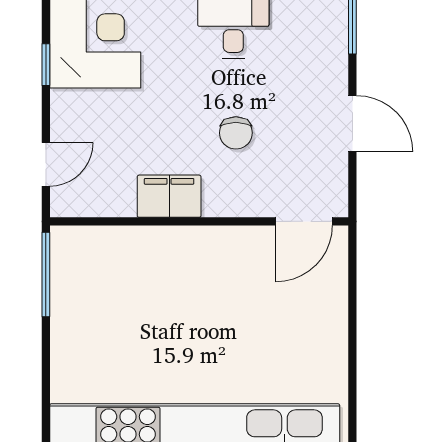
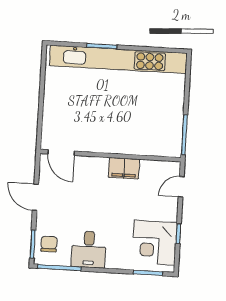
chair: (236, 133) -> (49, 244), moved
door: (304, 221) -> (61, 153), swing flipped

